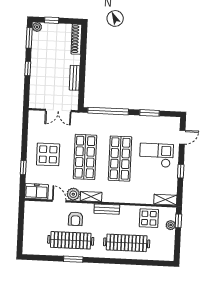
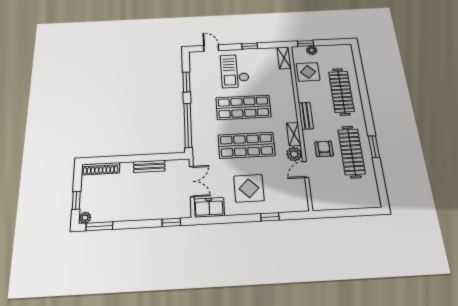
window: (28, 69) -> (171, 222), moved
freezer: (36, 191) -> (209, 207), moved, turned 90
armchair: (75, 219) -> (324, 149), turned -90

